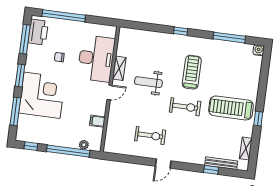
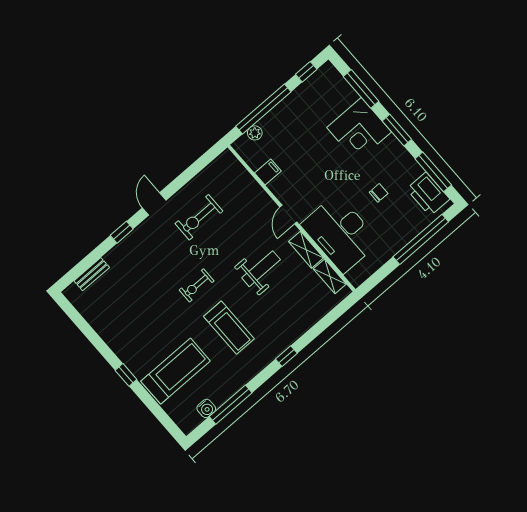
water cooler: (258, 50) -> (206, 408), moved
corner desk: (42, 95) -> (359, 130), width x0.74, depth x0.74
exercise bike: (185, 107) -> (197, 285), width x0.73, depth x0.72
treadmill: (231, 108) -> (176, 371), moved
window: (258, 119) -> (126, 375), moved
shelving: (246, 148) -> (330, 276), moved
bench: (221, 163) -> (92, 274), width x0.73
window: (211, 170) -> (122, 232), moved

